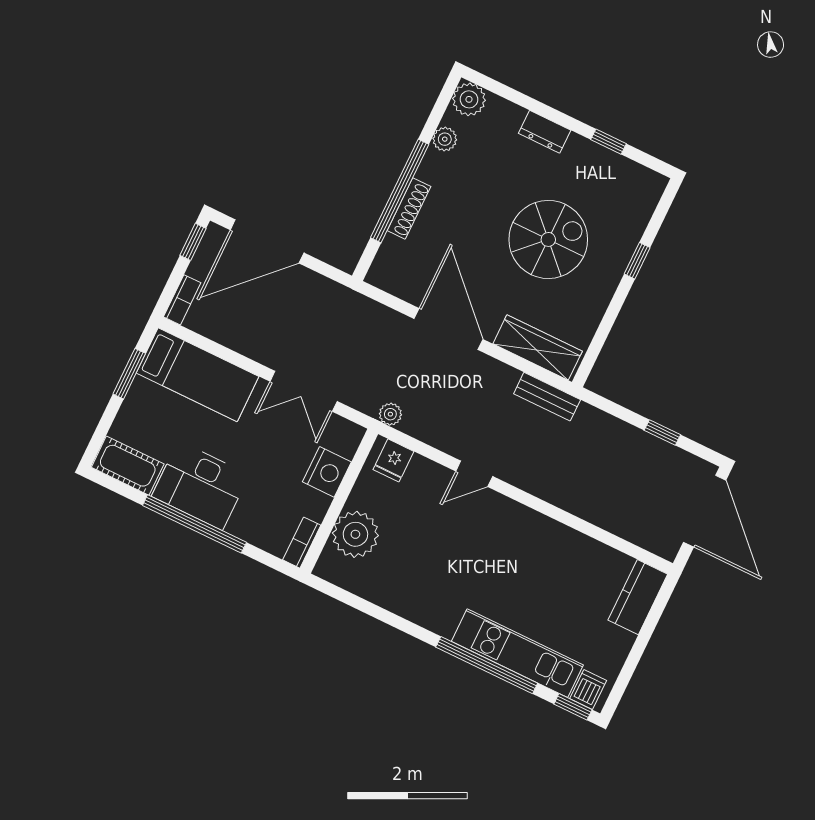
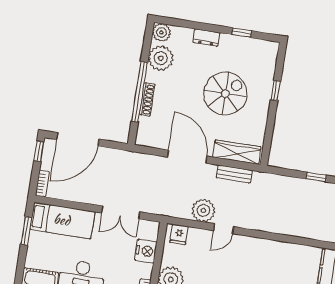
plant: (445, 139) -> (161, 58), width x1.88, depth x1.88
bench: (547, 397) -> (234, 174), moved
plant: (390, 414) -> (203, 210), moved, width x1.88, depth x1.88

